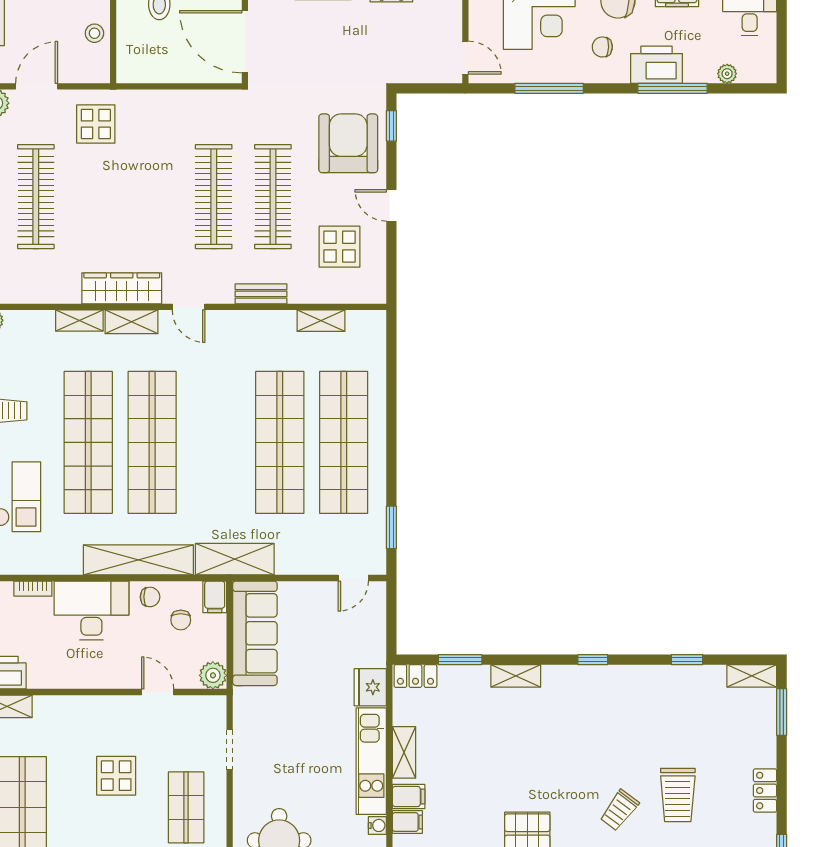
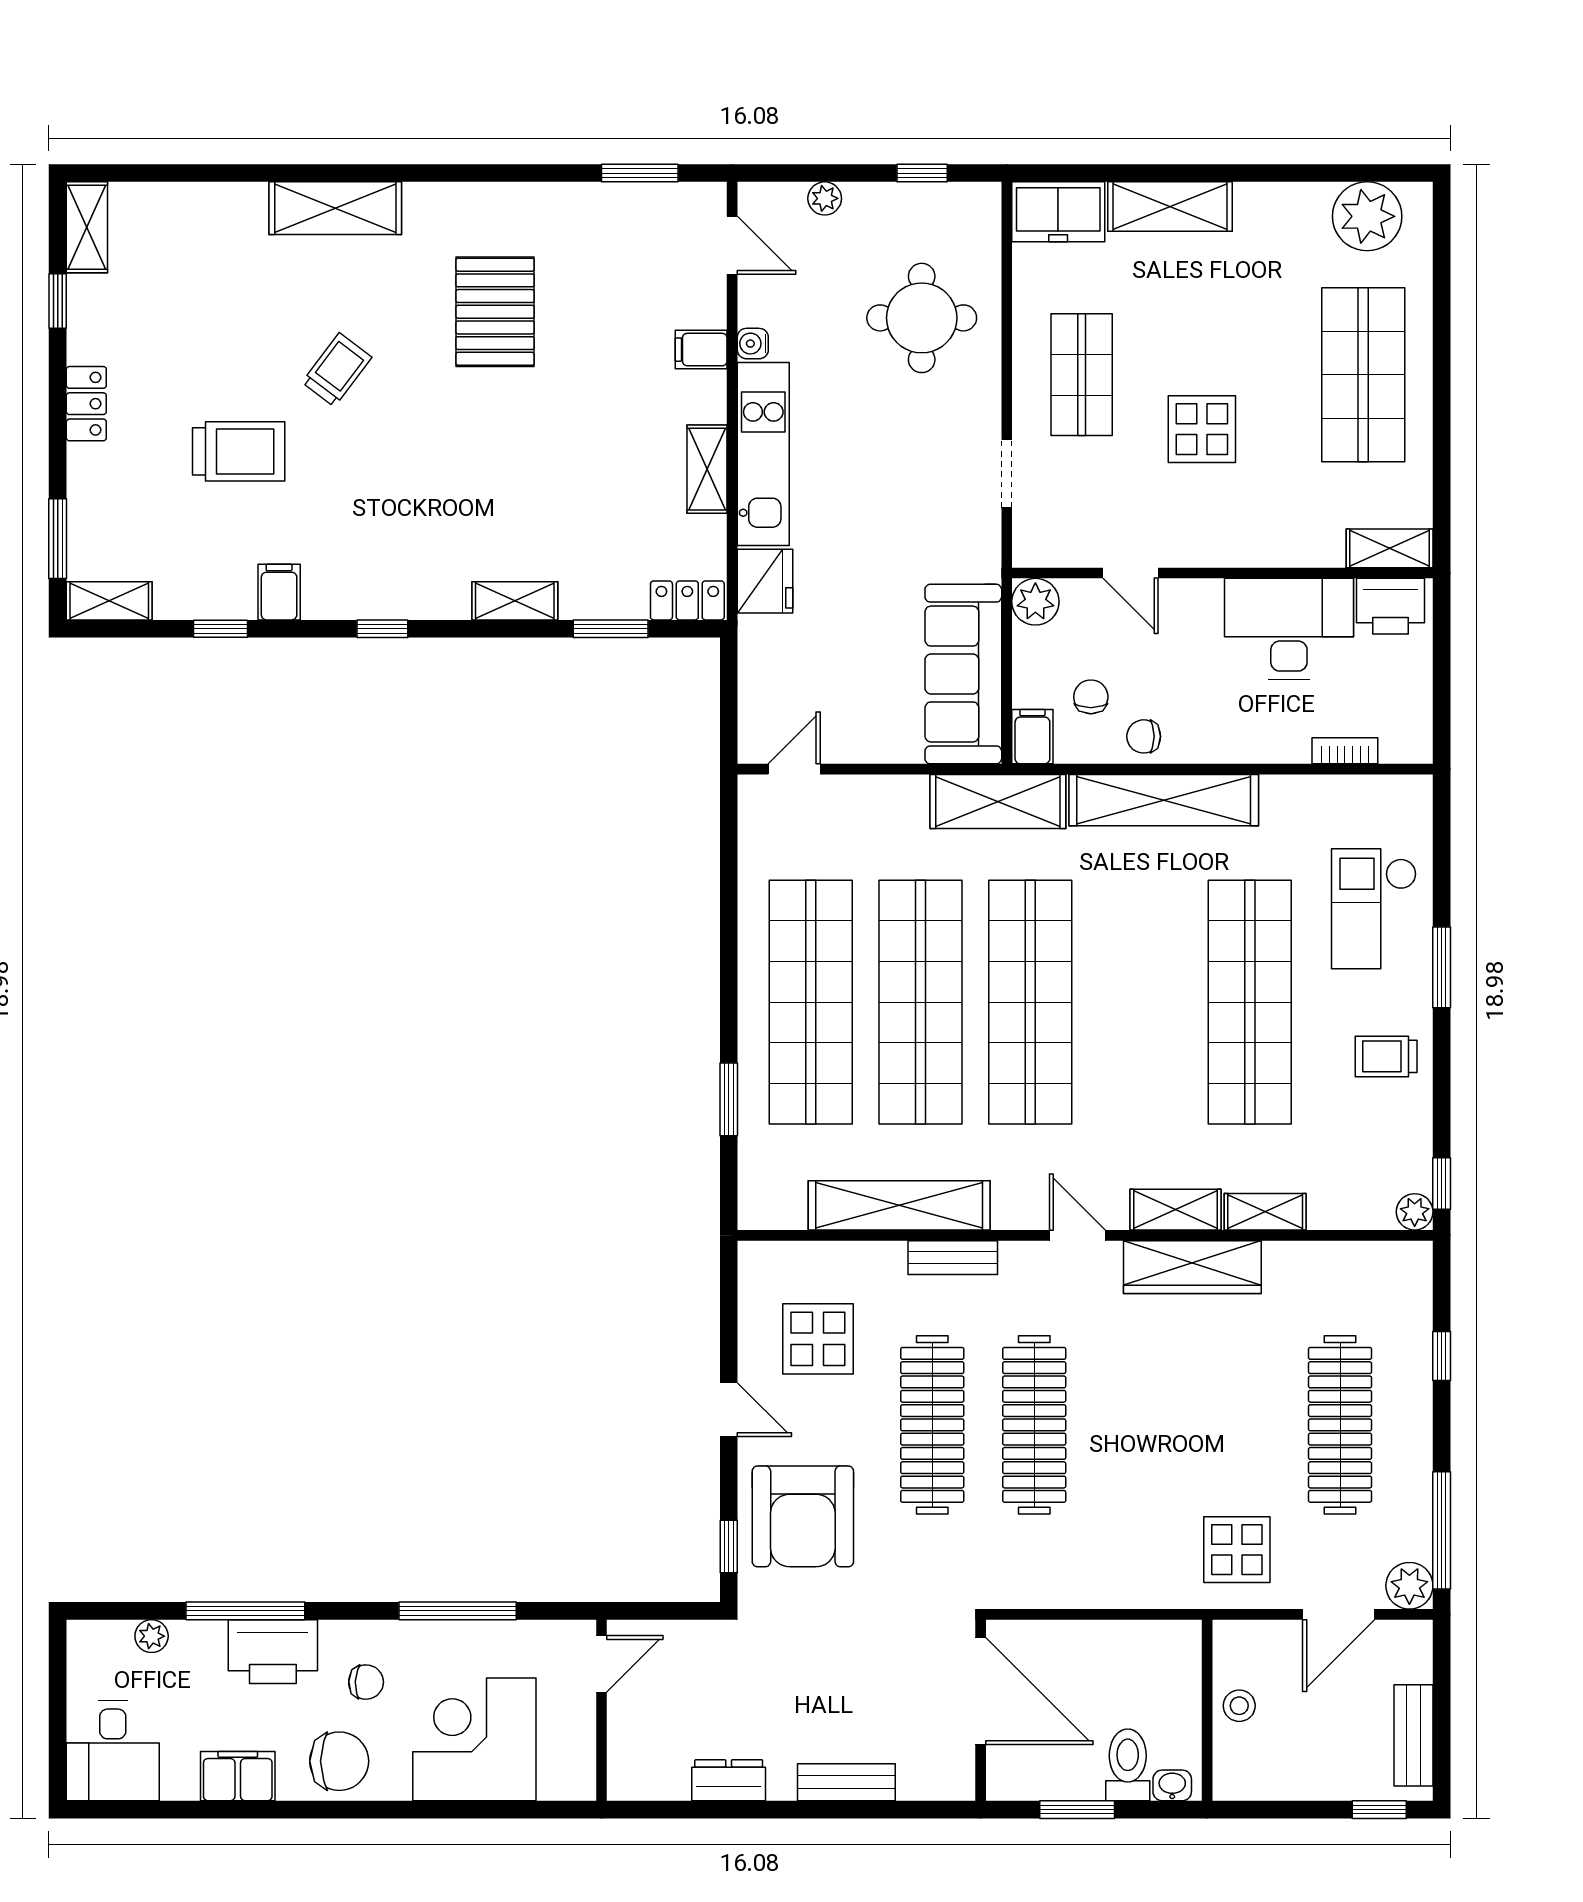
door: (465, 58) -> (602, 1664), swing flipped
shelving: (321, 321) -> (899, 1205), width x2.20, depth x1.33
shop shelf: (152, 442) -> (1030, 1002), moved
window: (391, 527) -> (729, 1099), moved
desk: (91, 610) -> (1289, 629), moved, turned 180
trolley: (678, 795) -> (239, 451), moved, turned 90
filing cabinet: (409, 797) -> (279, 592), moved, turned 90

